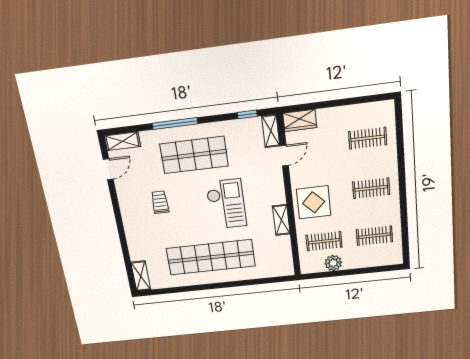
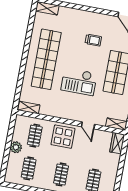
door: (284, 156) -> (88, 125), moved
shelving: (281, 220) -> (29, 107), moved
plant: (333, 263) -> (16, 147), moved

